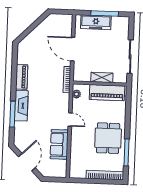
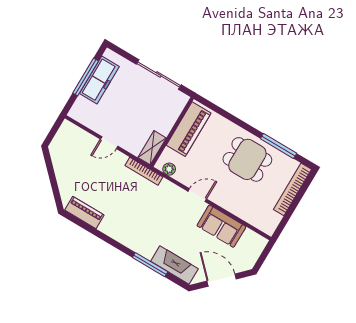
freezer: (96, 22) -> (99, 80), moved
door: (73, 49) -> (109, 143), width x0.53
piano: (22, 77) -> (84, 212), moved
shelving: (102, 77) -> (152, 148), moved
fireplace: (21, 106) -> (174, 265), moved

